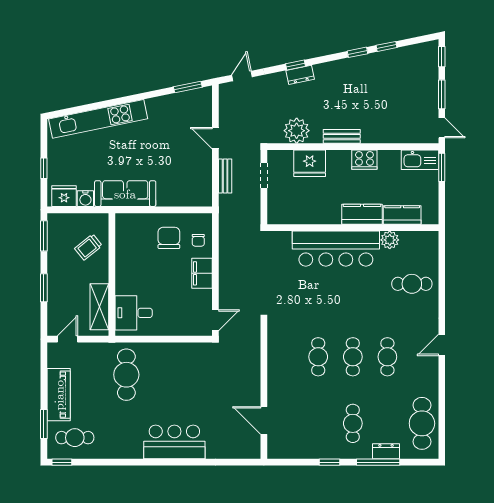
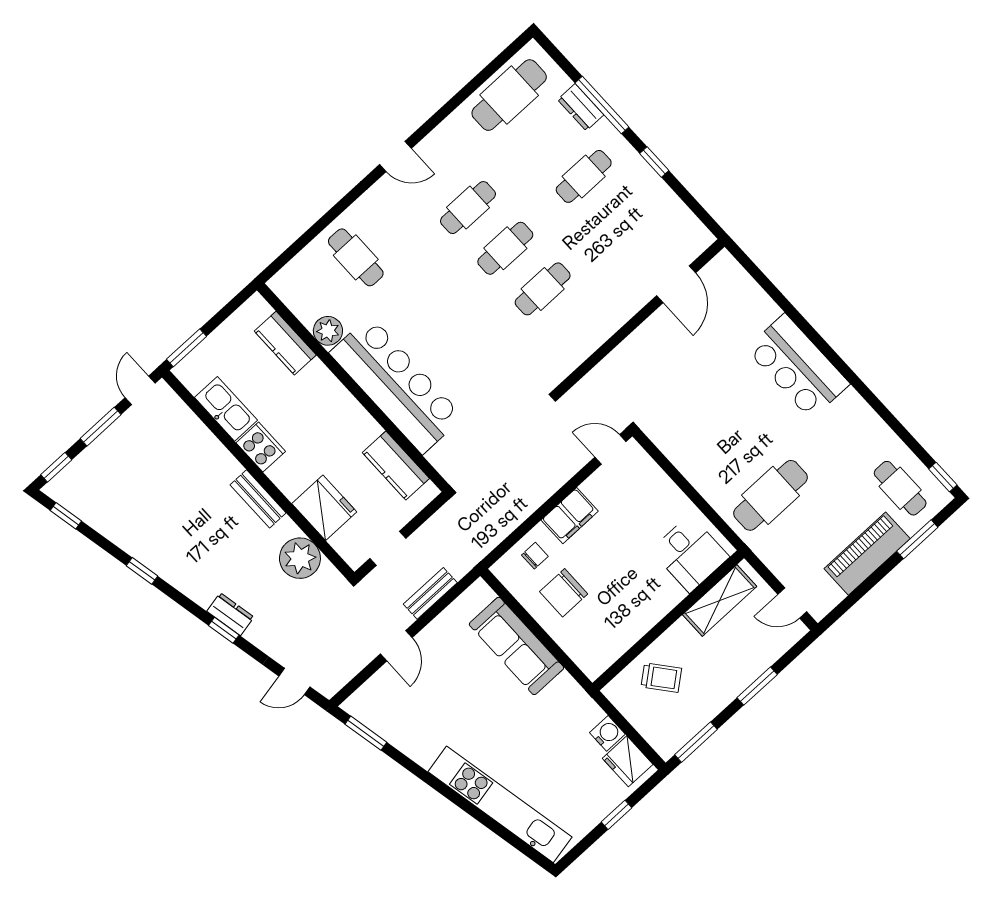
window: (387, 46) -> (66, 516), moved
kitchen sink: (420, 160) -> (226, 409), moved
sofa: (125, 194) -> (516, 646), moved
kitchen counter: (362, 214) -> (396, 466), moved

